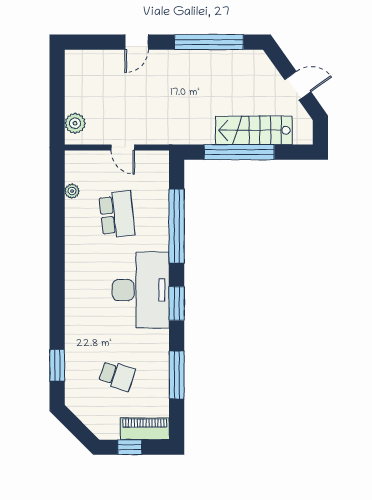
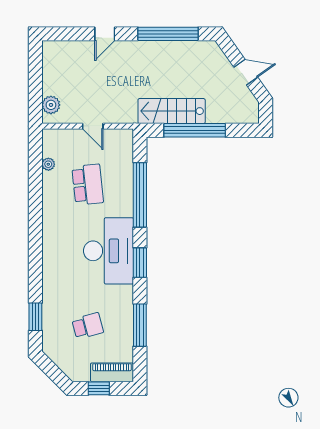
stairs: (254, 130) -> (172, 111), moved
school desk: (117, 376) -> (88, 326), turned -33

